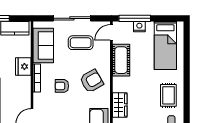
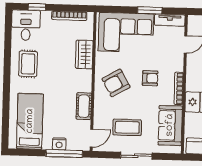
sliding door: (72, 18) -> (136, 156), width x0.73
cot: (121, 60) -> (84, 106), width x0.73, depth x0.75

